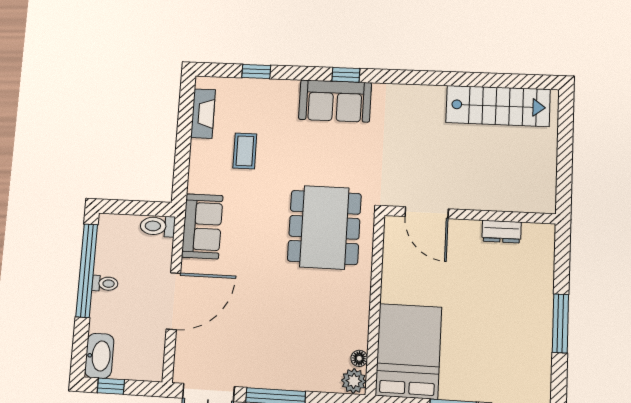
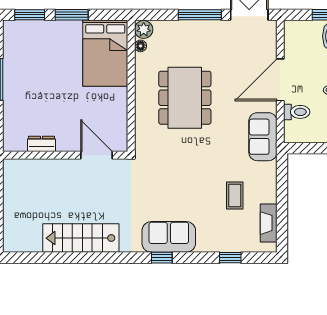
stairs: (498, 106) -> (81, 238), moved
toilet: (158, 226) -> (297, 112), moved
dining table: (324, 227) -> (185, 98), moved

